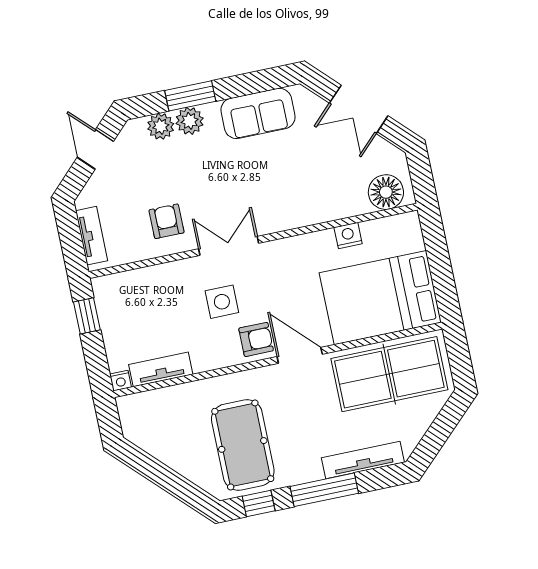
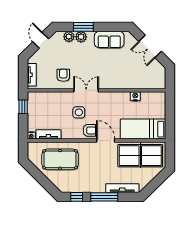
floor lamp: (386, 192) -> (154, 82), removed
bed: (380, 298) -> (143, 129), width x0.67
pool table: (243, 445) -> (60, 159), moved, turned 90

